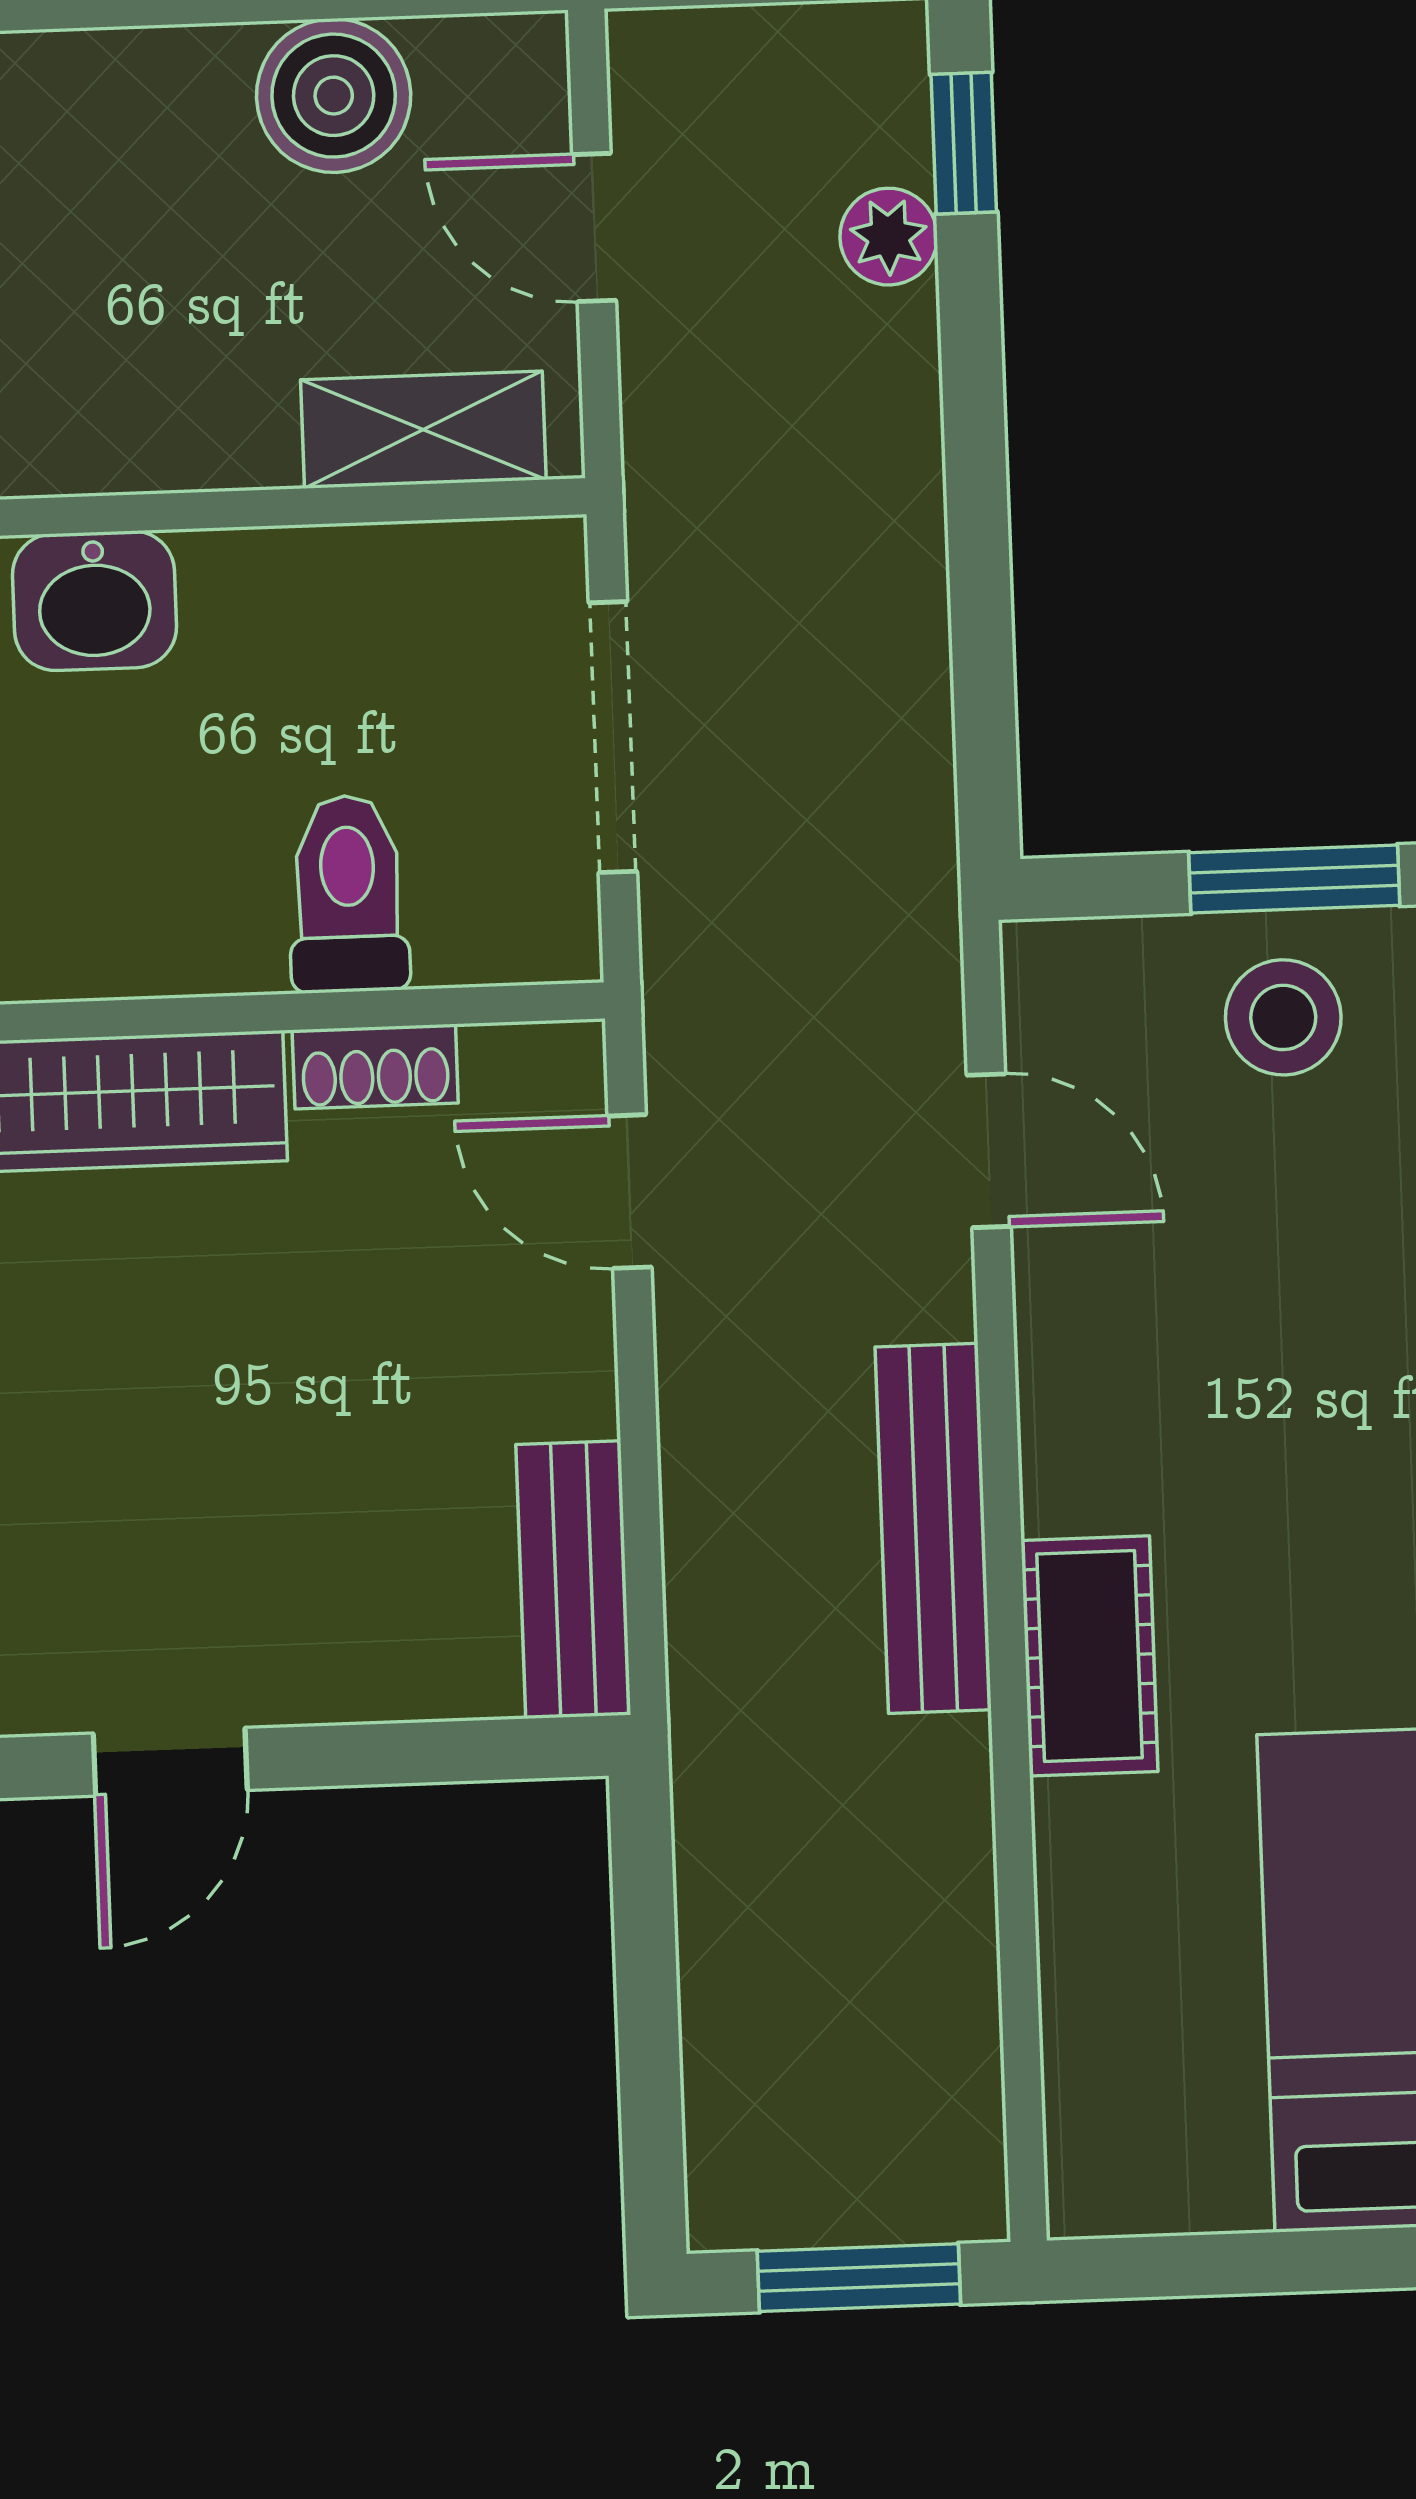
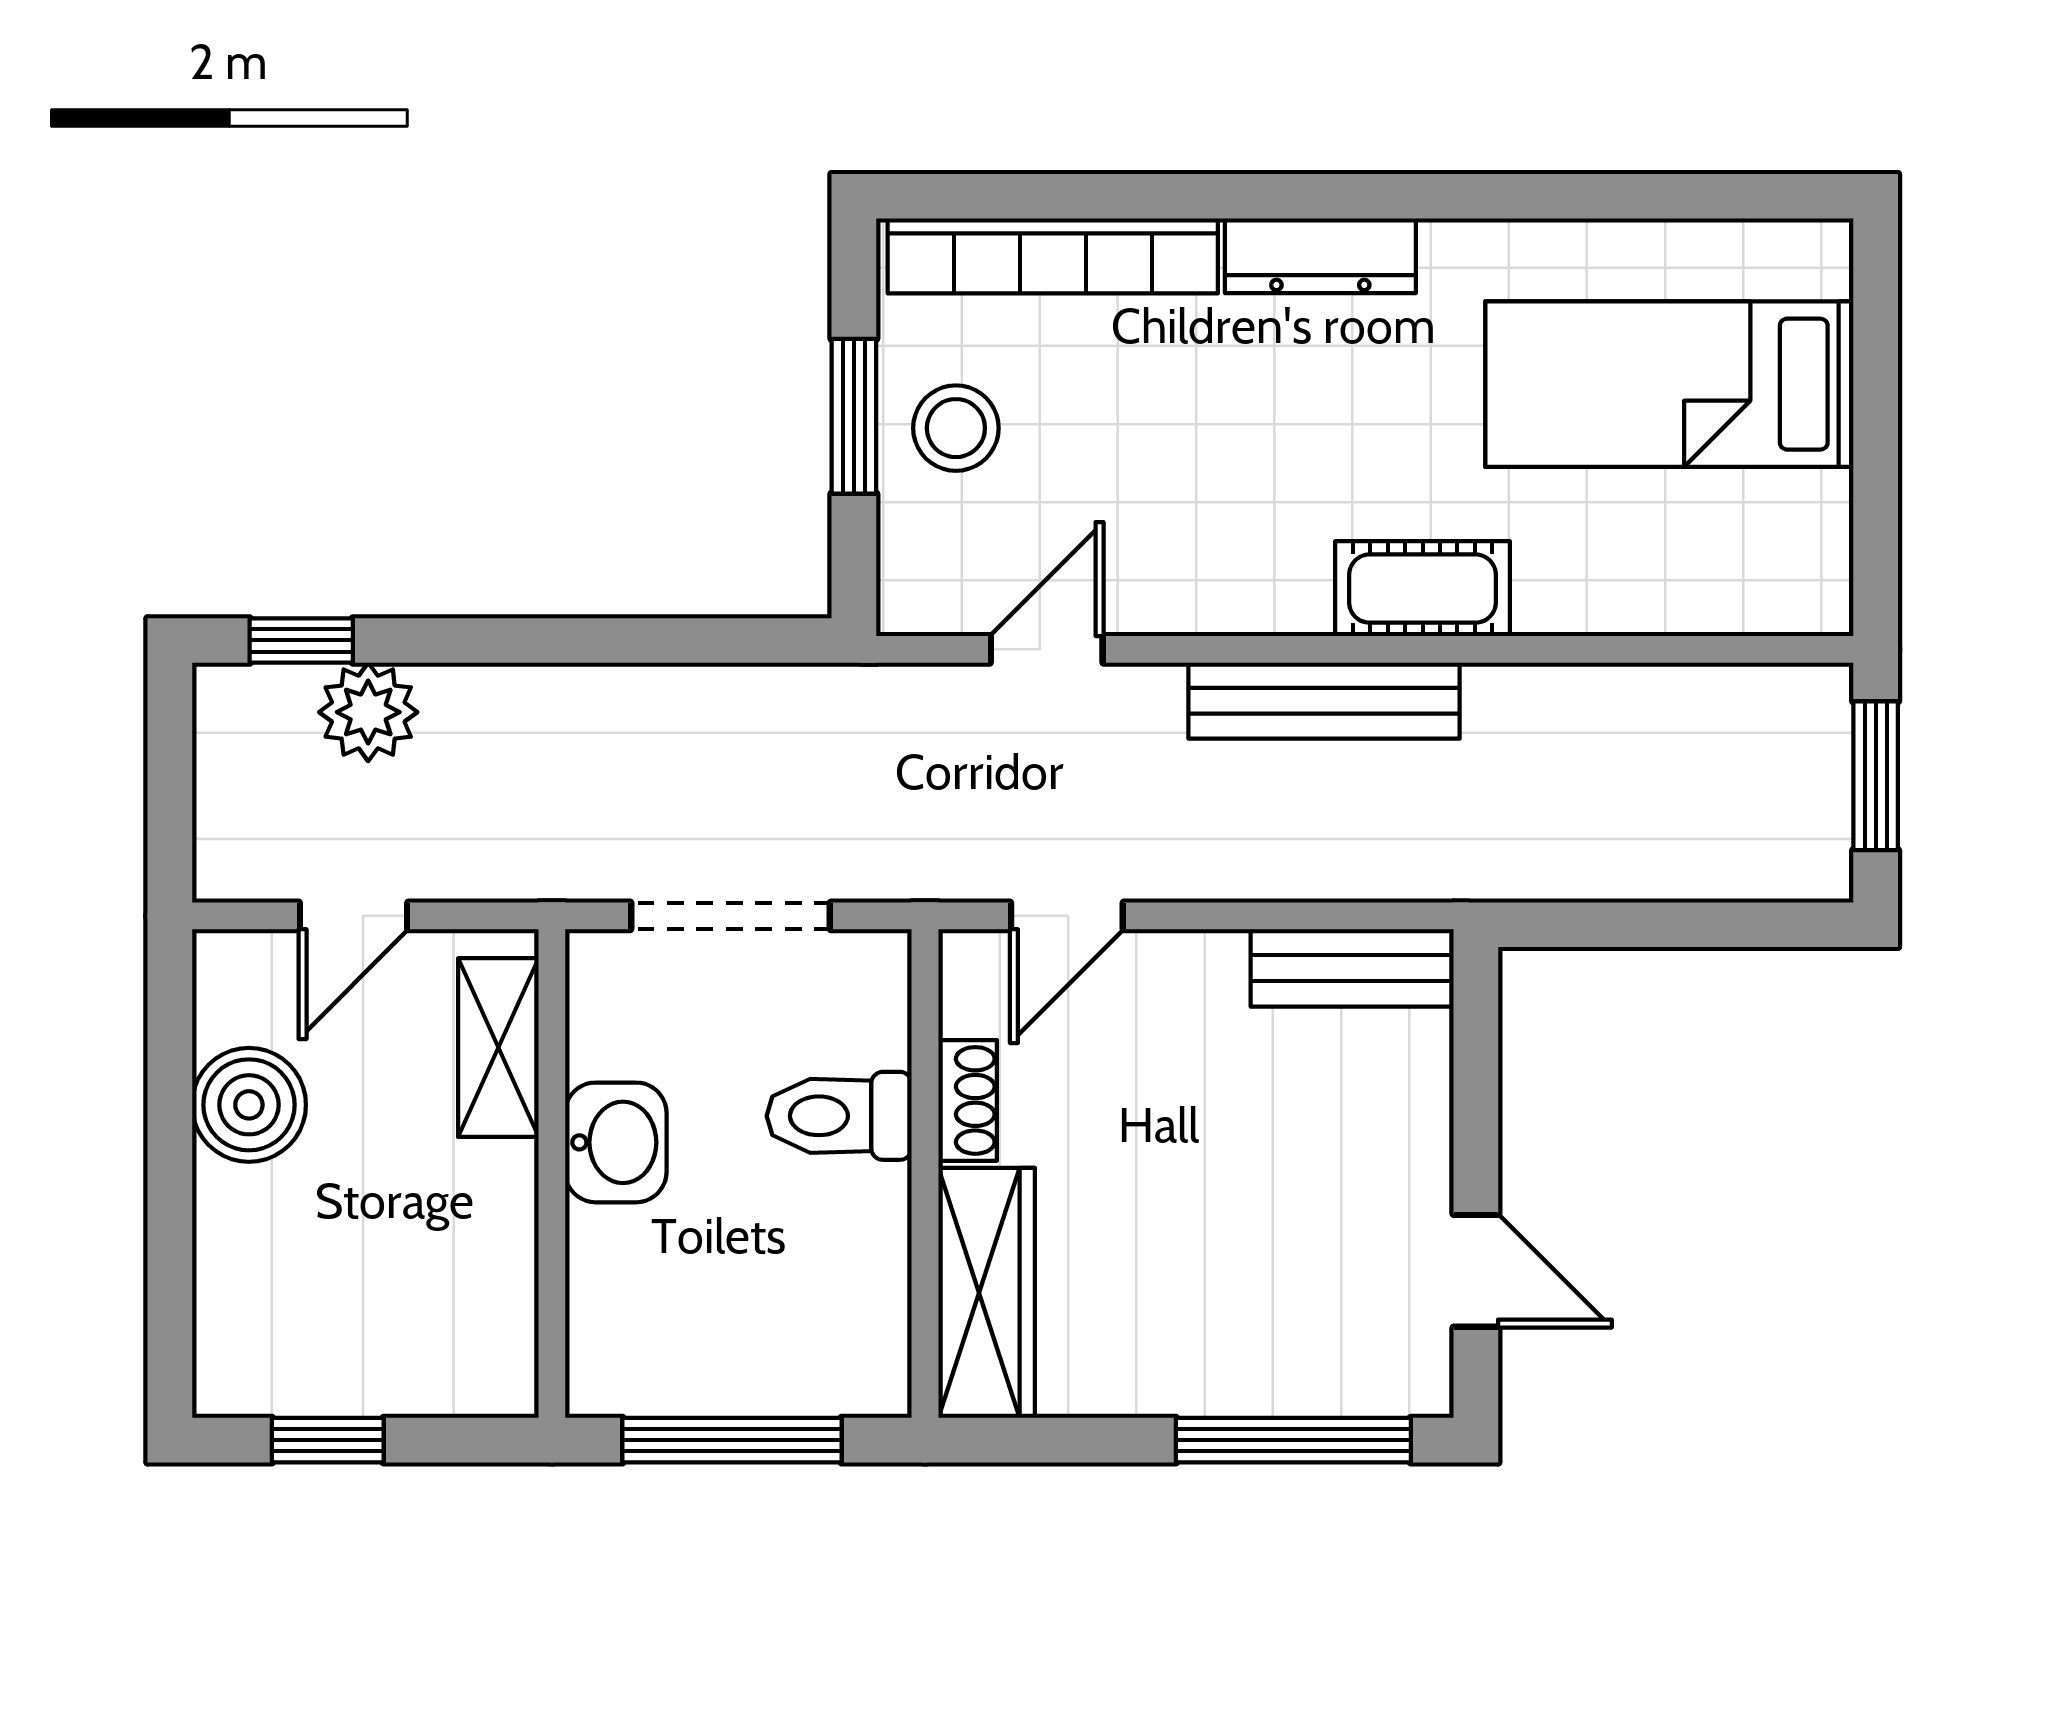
plant: (889, 237) -> (368, 712), width x1.38, depth x1.38
washbasin: (94, 601) -> (616, 1142), moved

